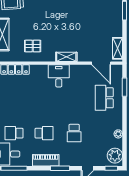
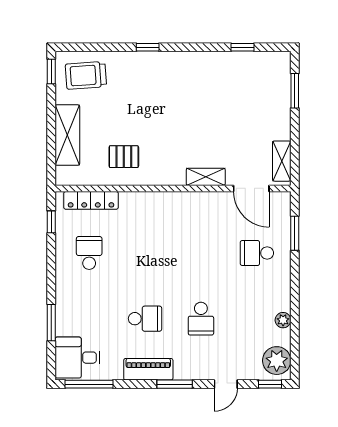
shelving: (66, 57) -> (206, 177), moved
desk: (59, 76) -> (172, 212), removed
school desk: (104, 98) -> (257, 253), width x0.54
school desk: (14, 133) -> (89, 253), moved, turned 90

